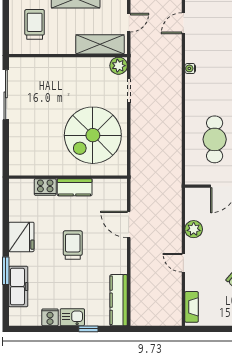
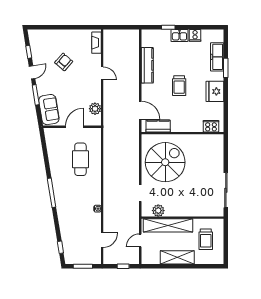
shelving: (100, 44) -> (168, 225), width x1.47
plant: (119, 66) -> (158, 211), moved
cooker: (45, 187) -> (211, 126), moved
kitchen counter: (75, 187) -> (158, 126), moved
door: (129, 224) -> (140, 110), moved
plant: (194, 229) -> (95, 109), moved
kitchen counter: (119, 300) -> (147, 65), moved

